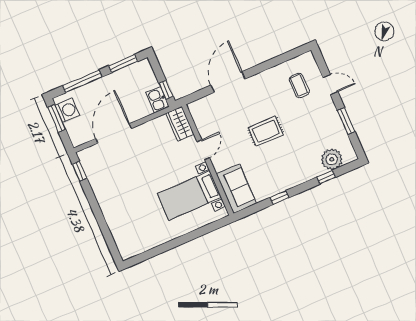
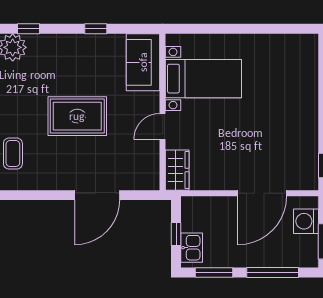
window: (166, 90) -> (176, 234), moved
kitchen sink: (157, 100) -> (192, 248), moved
washing machine: (67, 110) -> (306, 221), moved
rug: (266, 131) -> (77, 116), width x1.36, depth x1.43

